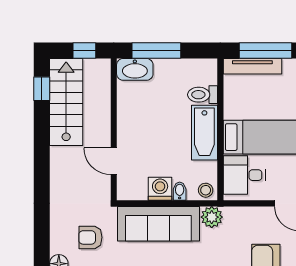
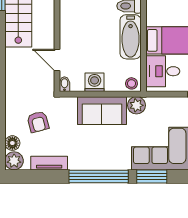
bidet: (180, 191) -> (64, 84), moved
sofa: (158, 224) -> (102, 111), width x0.73
armchair: (90, 237) -> (38, 122), turned -105

